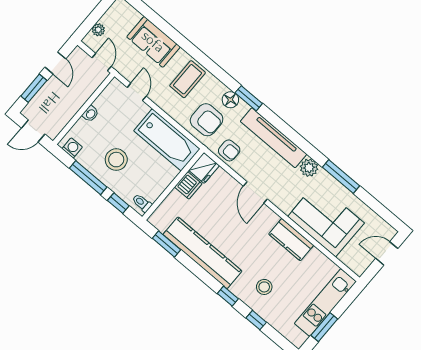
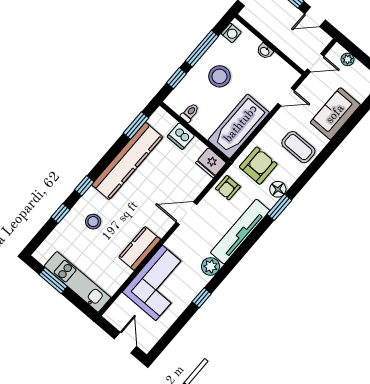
armchair: (207, 120) -> (258, 166), turned 180
window: (341, 176) -> (202, 298), width x0.46
dishwasher: (188, 185) -> (181, 136), moved
toilet: (142, 203) -> (190, 113), moved

